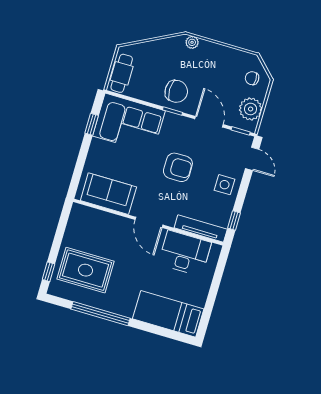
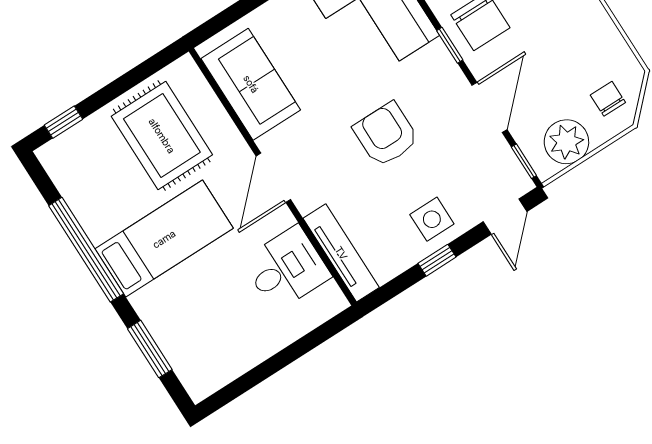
armchair: (178, 167) -> (386, 134), turned 180
window: (234, 220) -> (437, 260), moved
desk: (185, 253) -> (286, 268), width x0.73
rug: (86, 270) -> (162, 136), moved
bed: (168, 314) -> (164, 239), moved, turned 90
window: (159, 331) -> (150, 349), added

